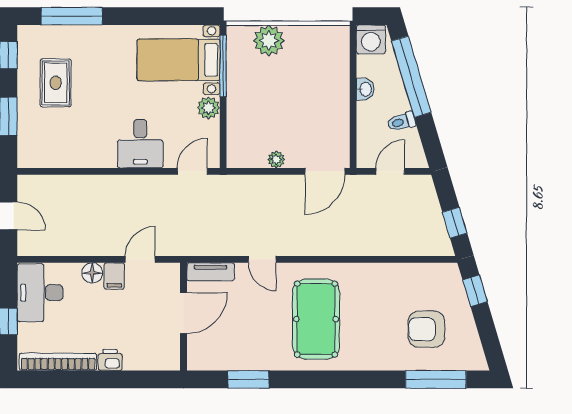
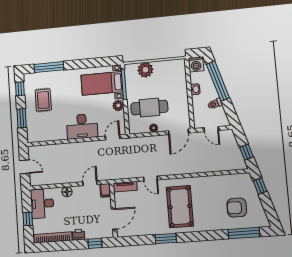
cafe table: (271, 118) -> (149, 108), added
desk: (140, 144) -> (82, 126), width x1.37
door: (390, 171) -> (211, 129), swing flipped
filing cabinet: (114, 276) -> (105, 190), moved
door: (183, 313) -> (114, 219), moved
window: (142, 379) -> (95, 243), added
window: (249, 379) -> (166, 238), moved

